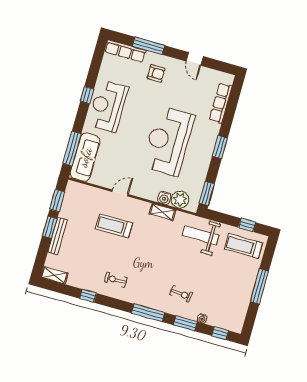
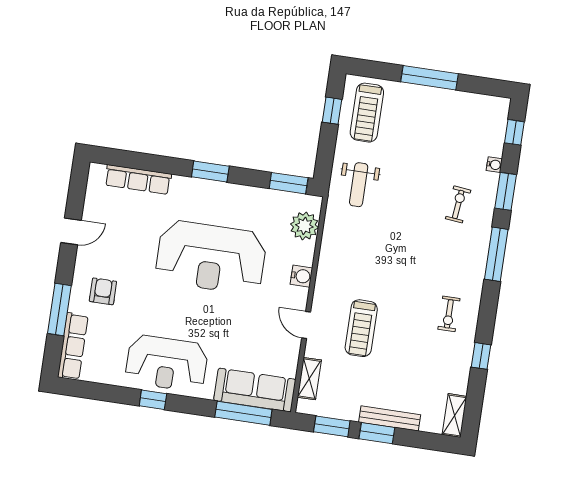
water cooler: (164, 198) -> (301, 276), moved
shelving: (162, 212) -> (309, 379), moved
weight bench: (201, 235) -> (359, 185), width x0.73, depth x0.75

